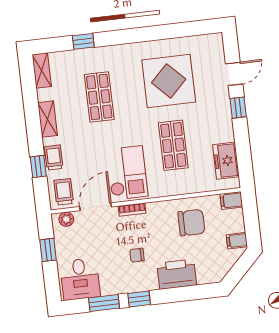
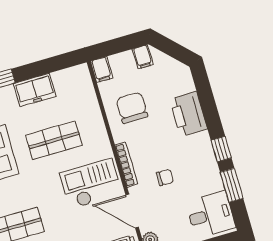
freezer: (226, 161) -> (35, 90), moved
bookcase: (132, 210) -> (126, 165), width x1.56
chair: (137, 255) -> (165, 177), moved, turned -90

